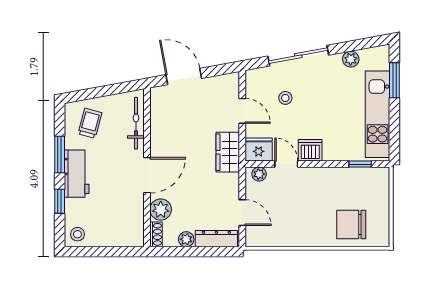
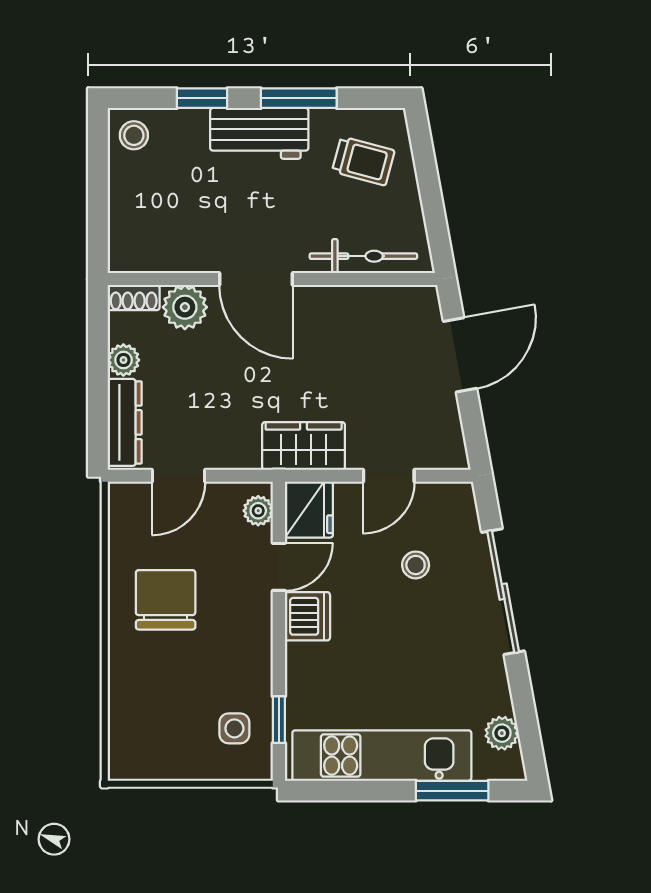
plant: (351, 59) -> (502, 733), moved
side table: (364, 186) -> (234, 728), added
chair: (351, 224) -> (166, 600), moved

